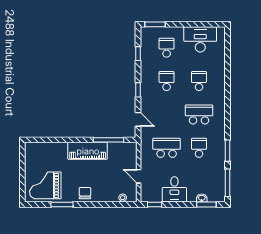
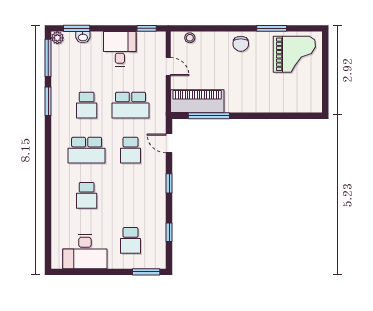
school desk: (167, 81) -> (130, 150), moved
piano: (88, 151) -> (197, 101), moved
plant: (221, 198) -> (57, 38), added

